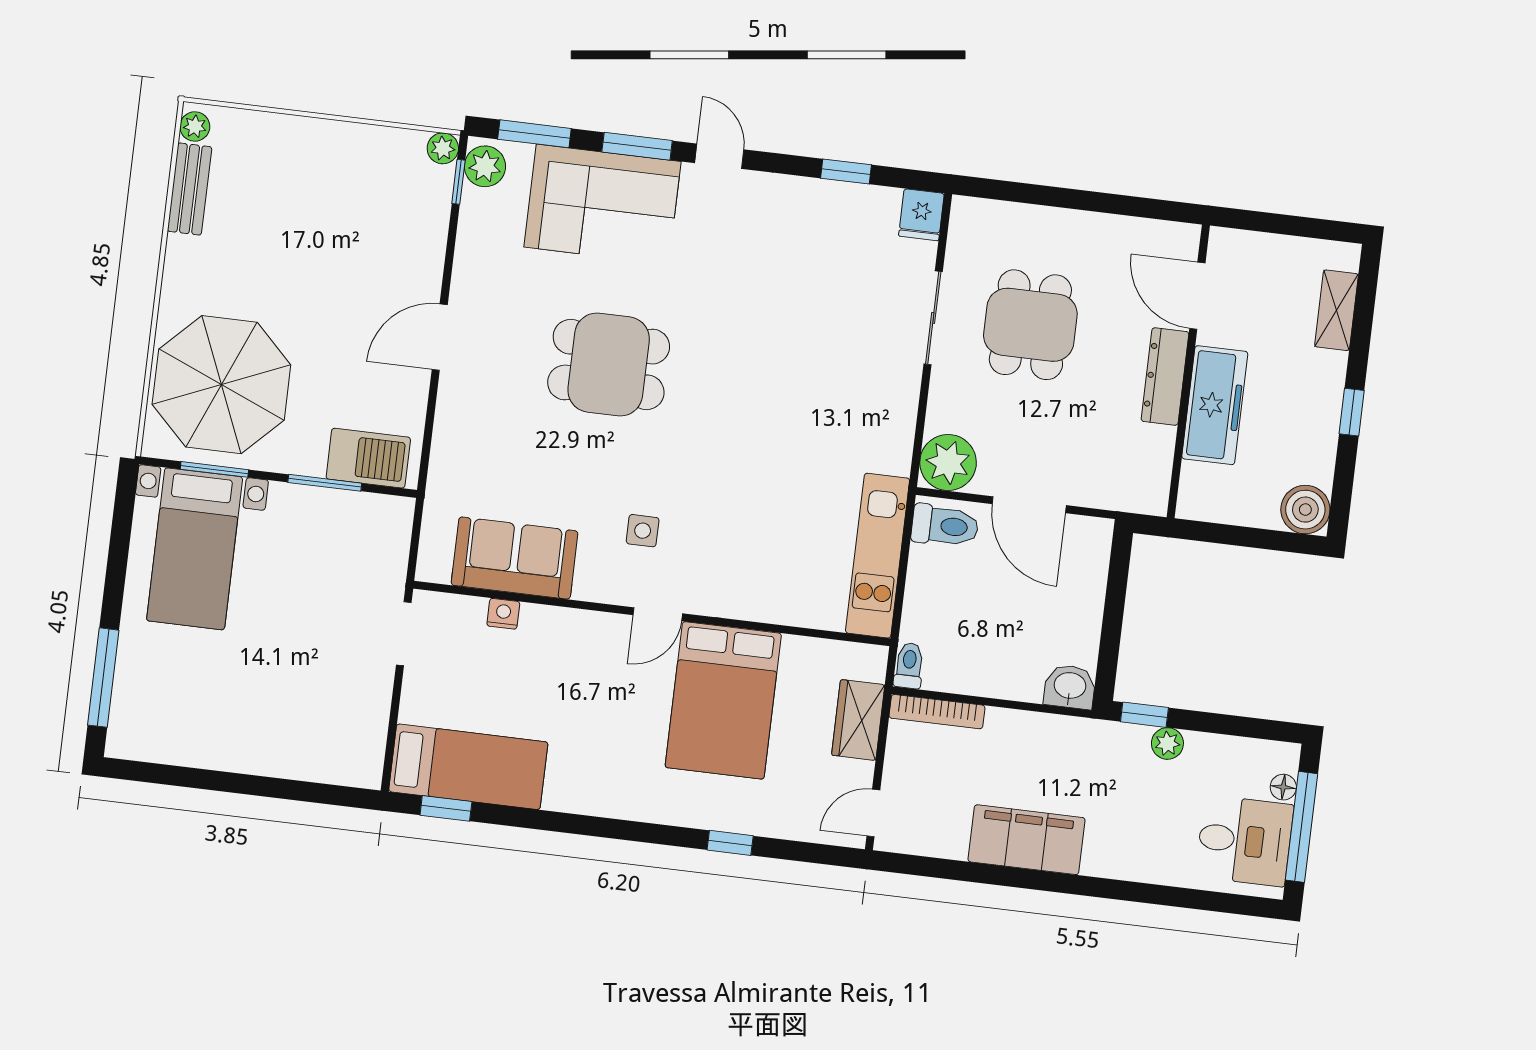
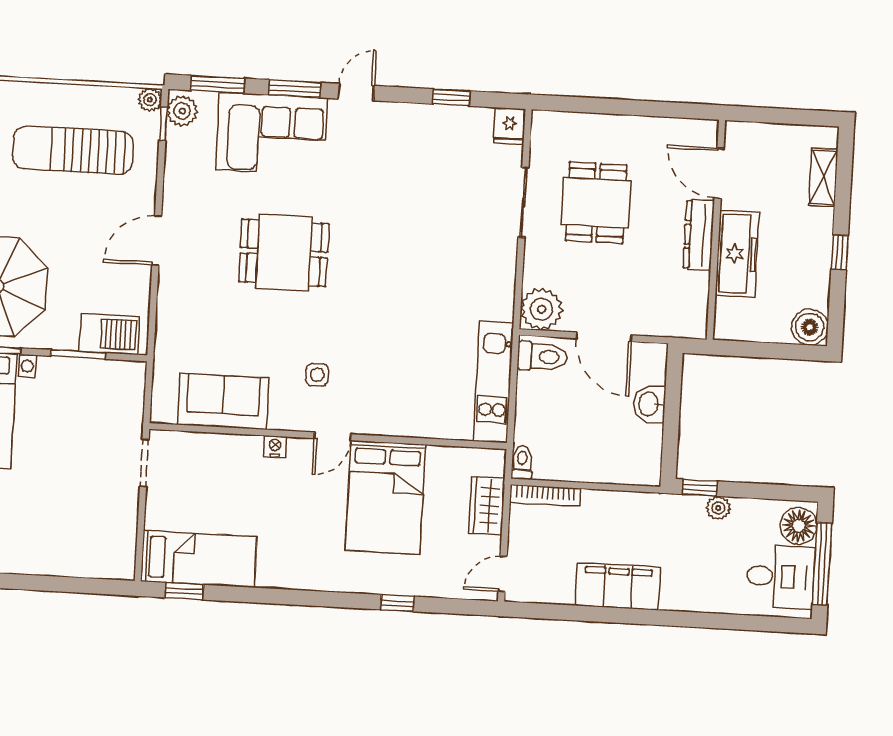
door: (719, 156) -> (356, 92), hinge flipped
sun lounger: (335, 209) -> (73, 150), added
nightstand: (503, 614) -> (275, 447), moved
washbasin: (1070, 687) -> (649, 404), moved, turned -90
floor lamp: (1283, 787) -> (799, 526), width x1.89, depth x1.89

